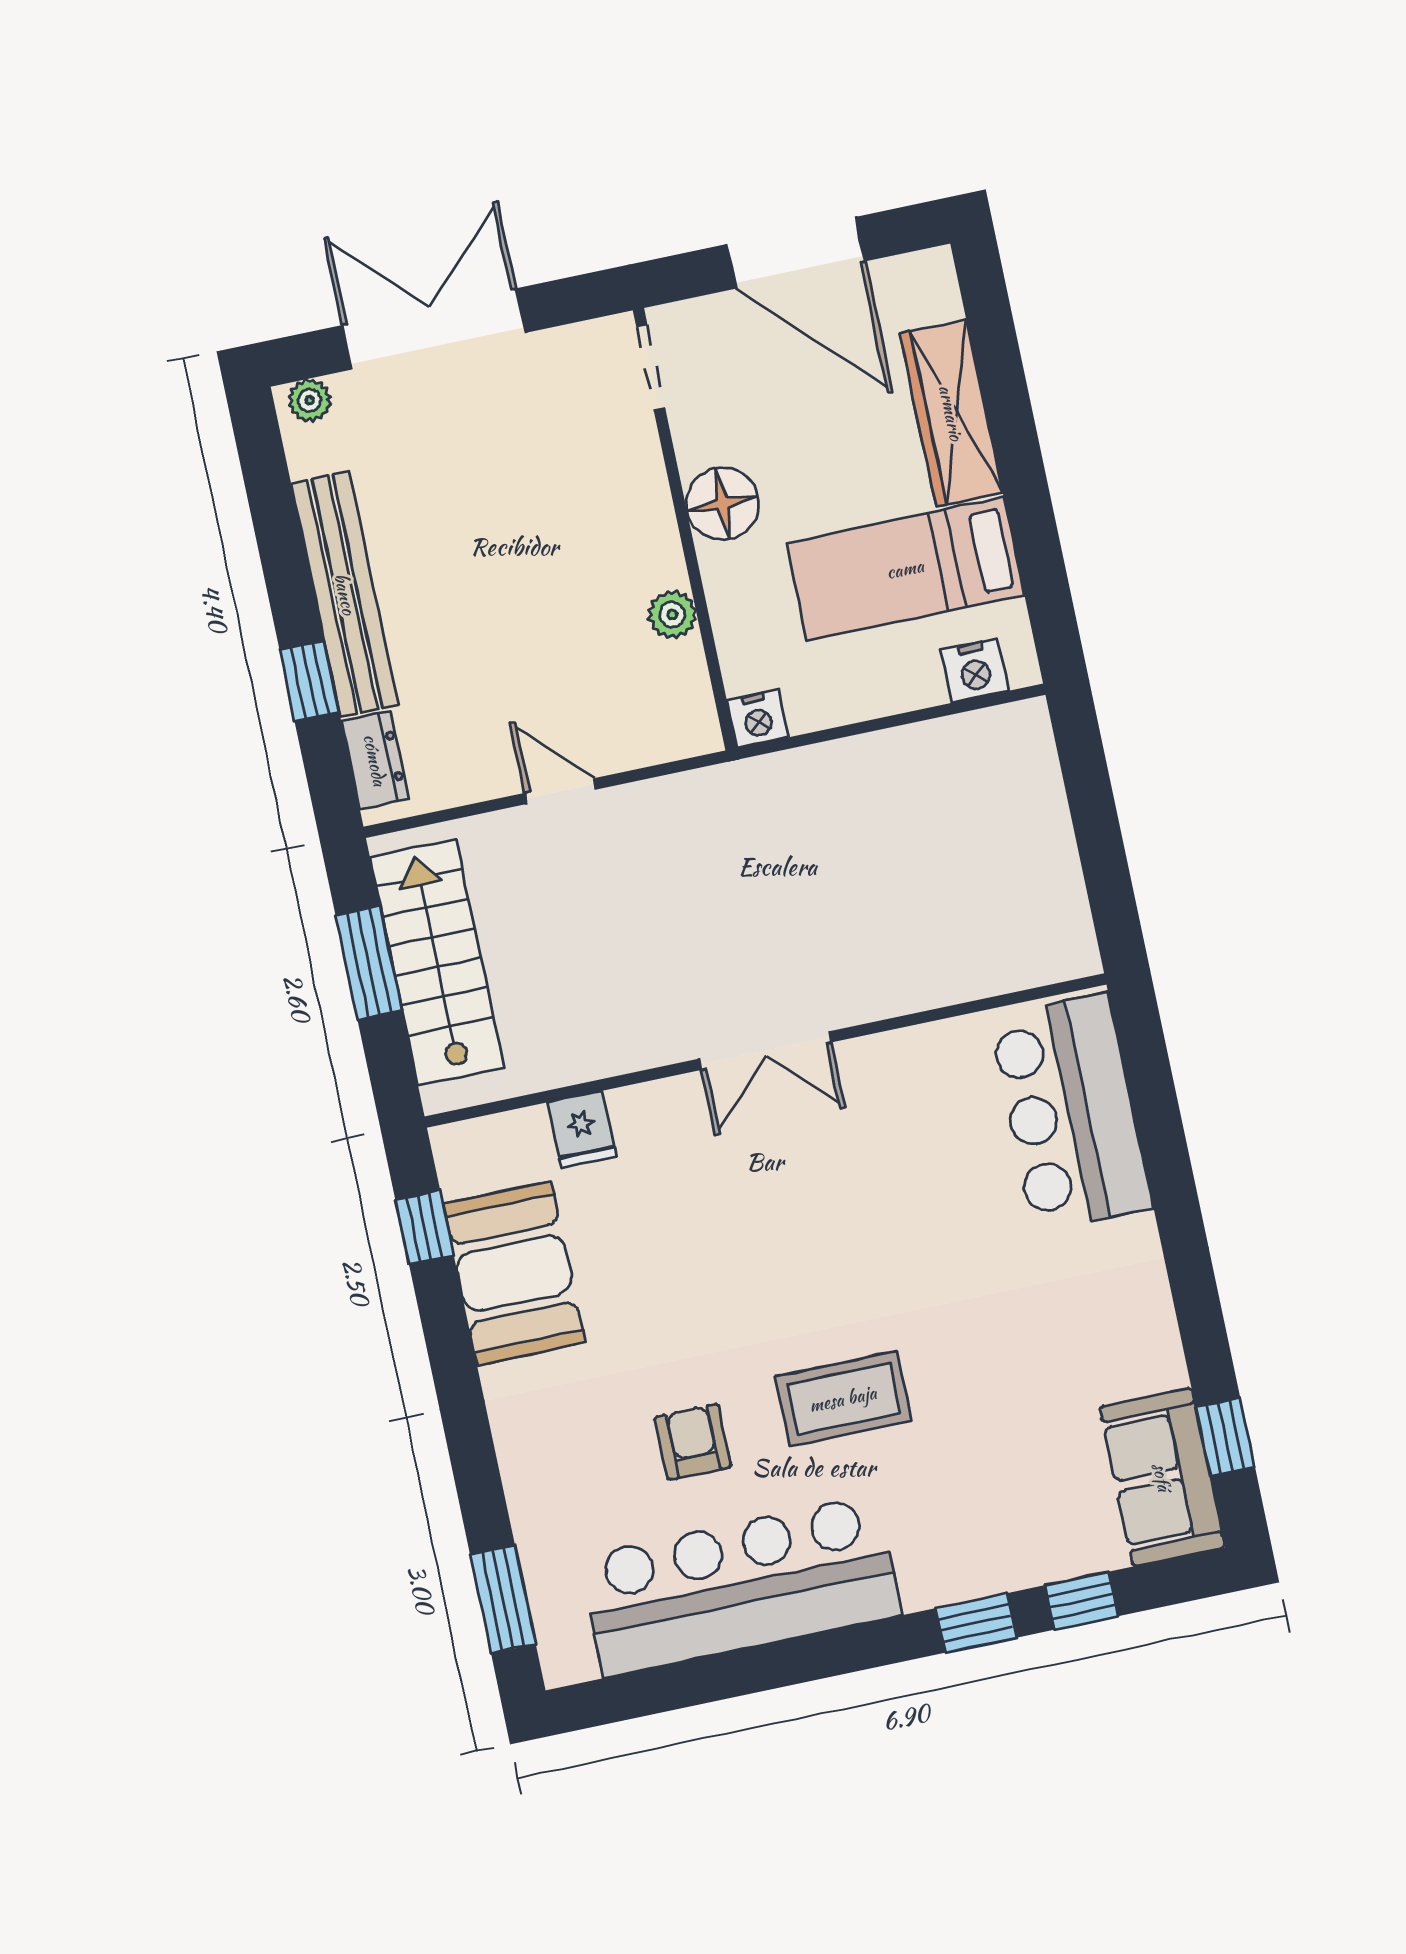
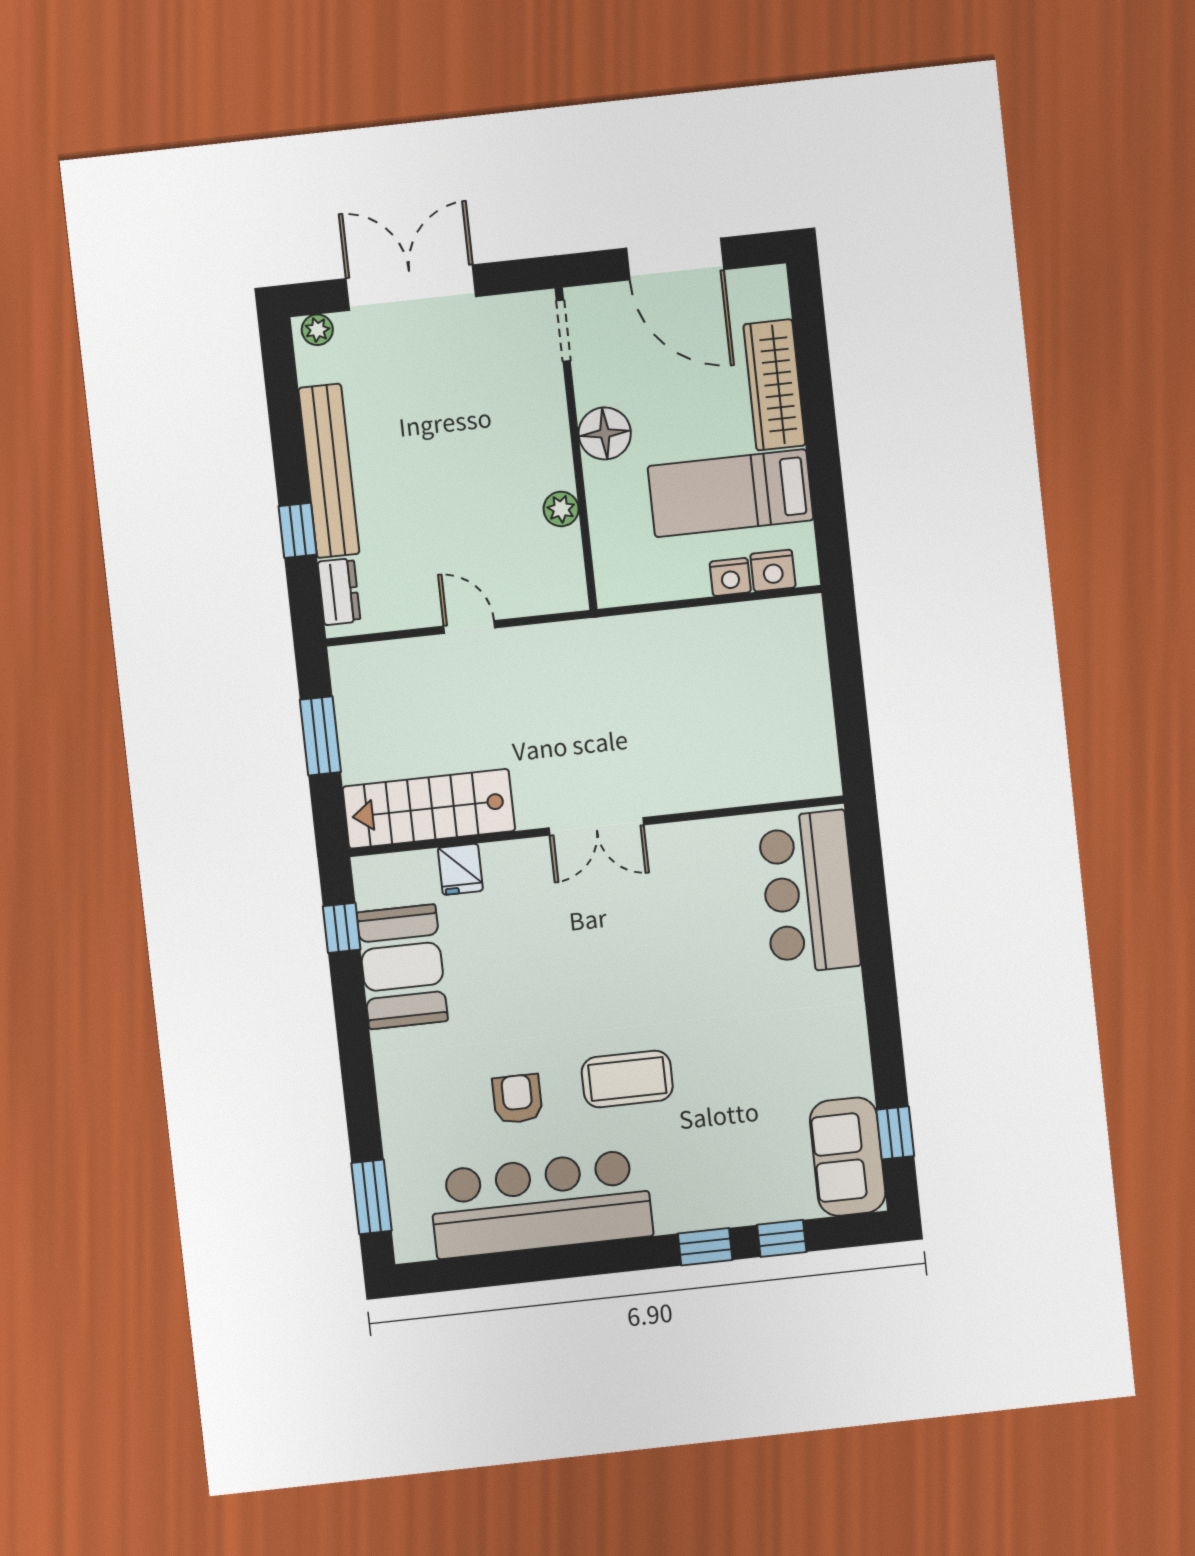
nightstand: (758, 719) -> (730, 577), moved
stairs: (437, 962) -> (429, 809), moved, turned -90

